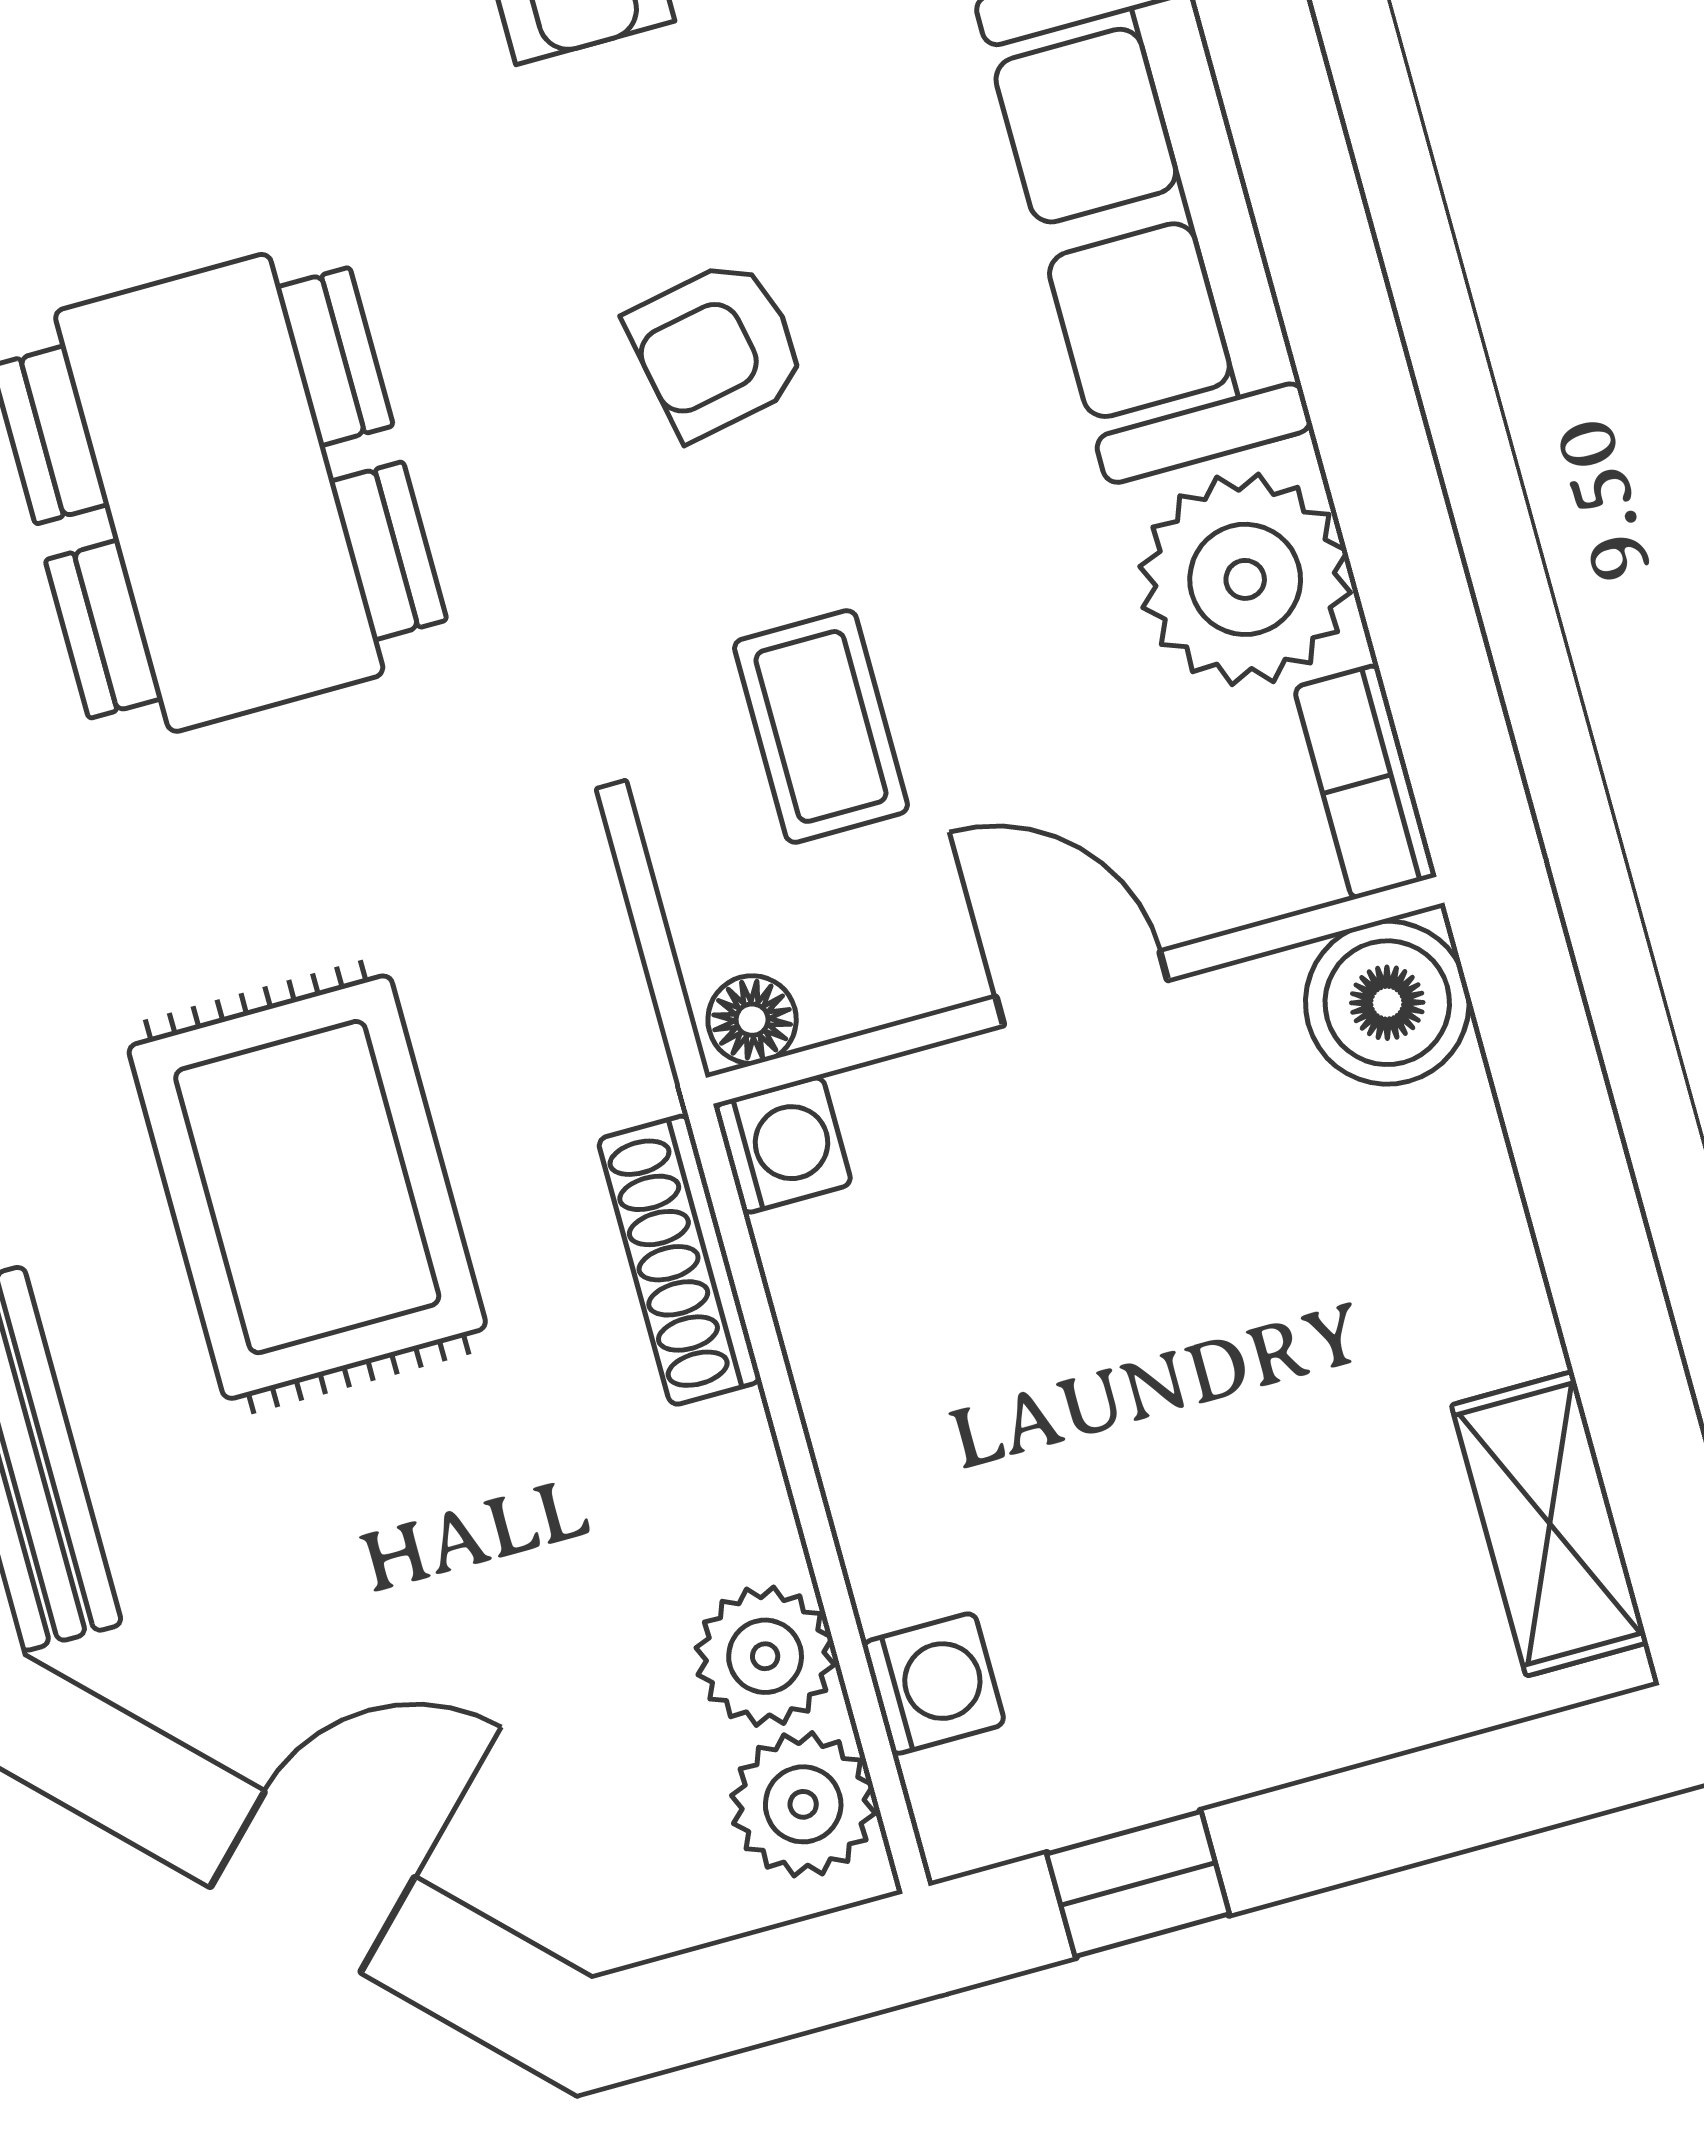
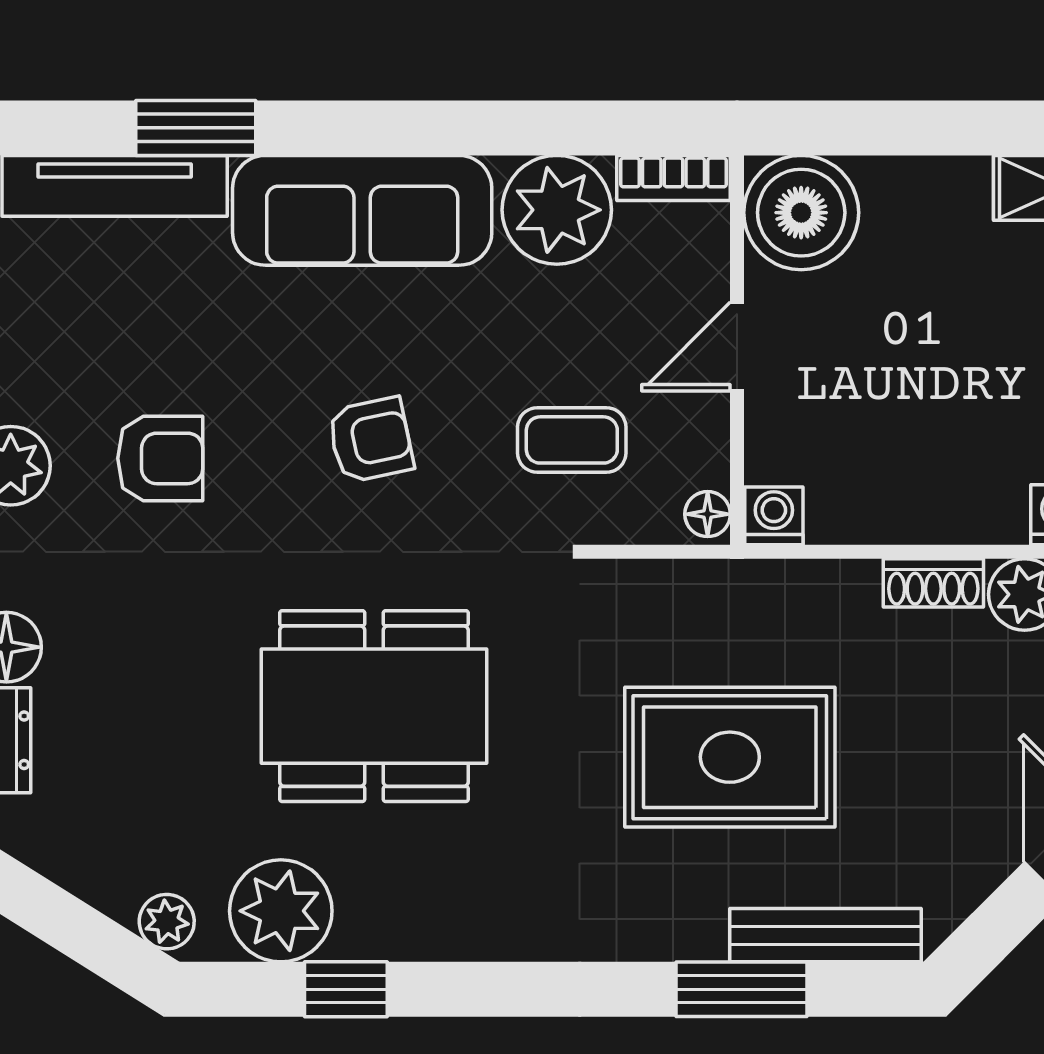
armchair: (717, 349) -> (371, 440), turned -91
boiler: (1387, 1003) -> (801, 213), width x1.37, depth x1.37
shoe rack: (679, 1260) -> (933, 583), moved, width x0.70

